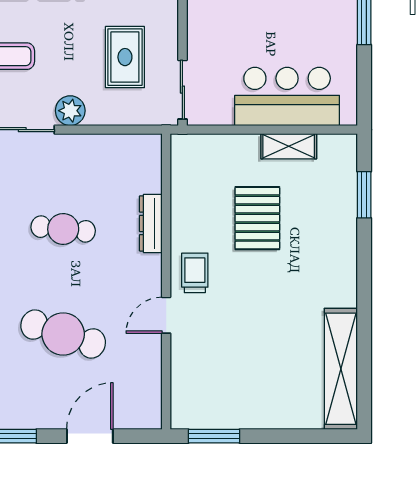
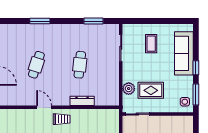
plant: (70, 111) -> (129, 89), moved
cafe table: (63, 334) -> (36, 65), width x0.73, depth x0.74

